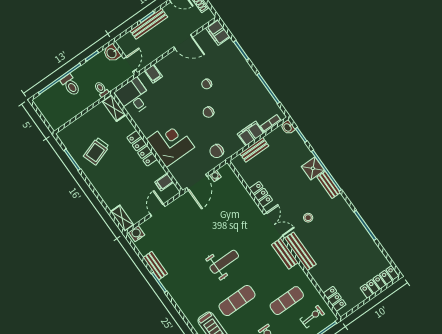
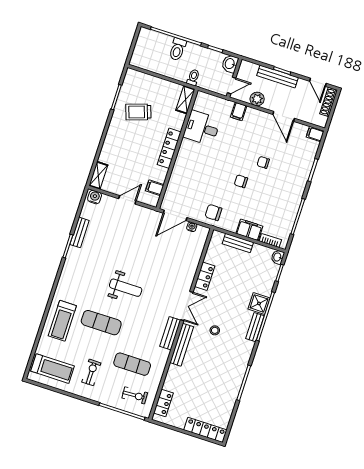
filing cabinet: (218, 32) -> (315, 134), width x0.50
plant: (154, 52) -> (257, 99), added
desk: (134, 97) -> (202, 128), moved, turned -90
corner desk: (170, 143) -> (191, 169), removed

